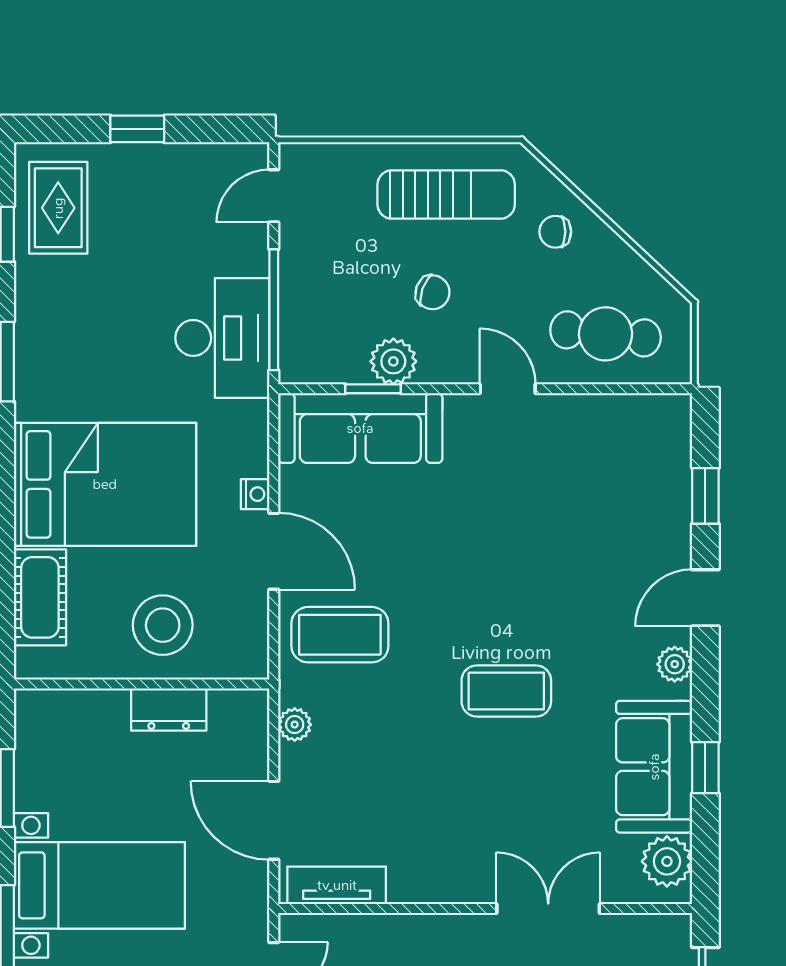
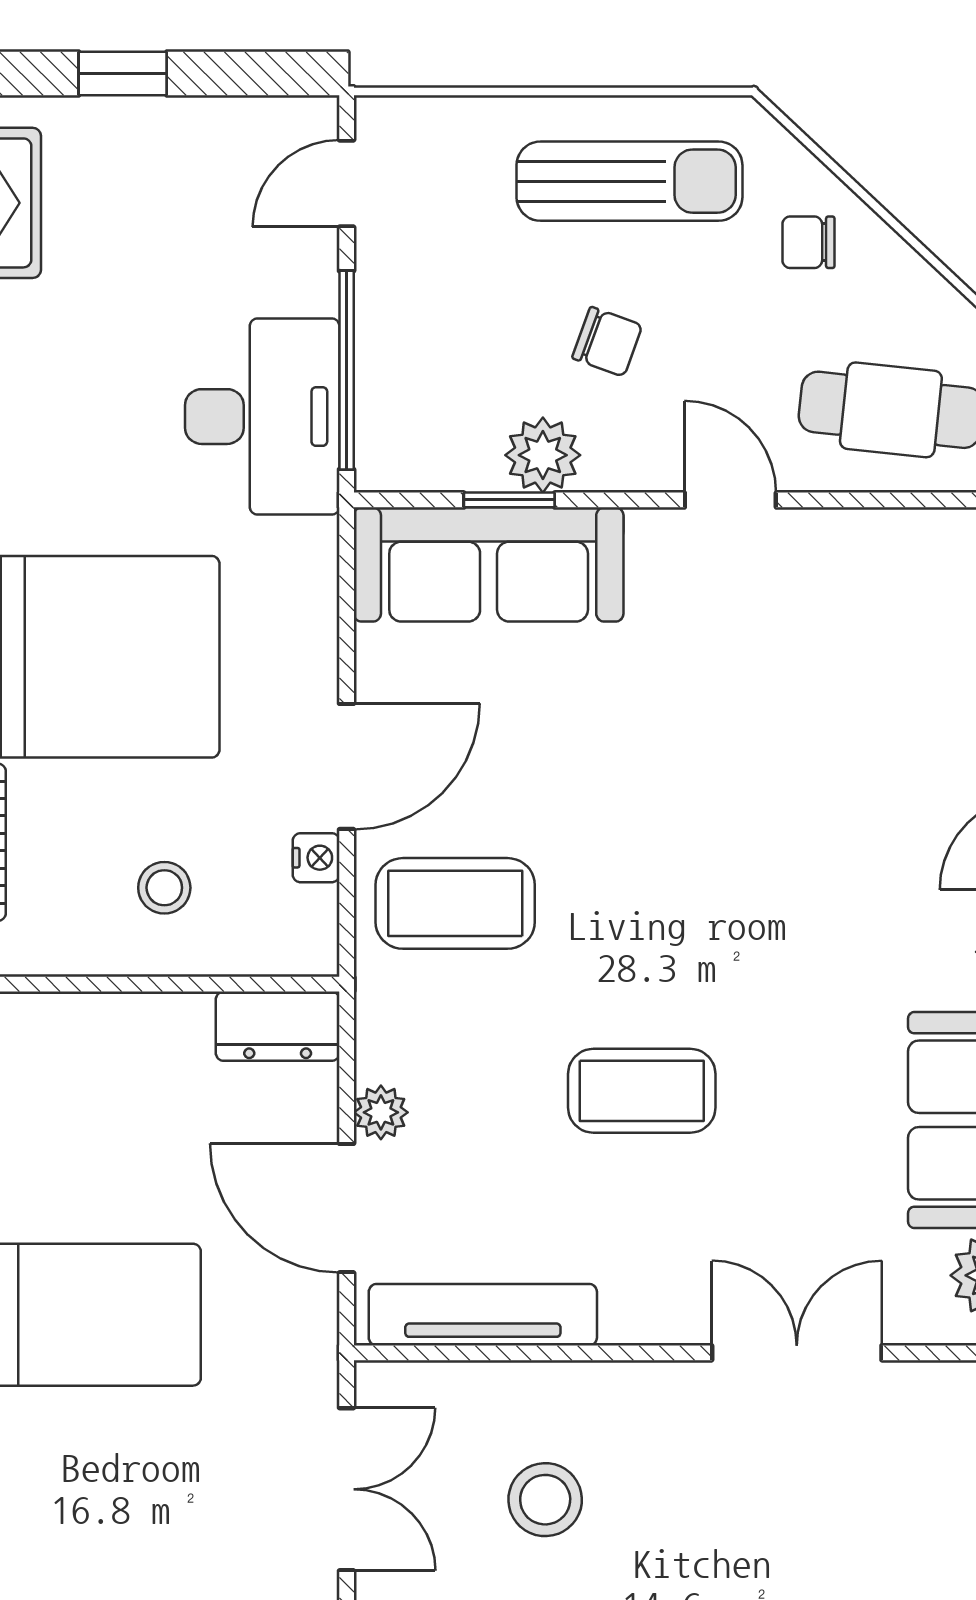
nightstand: (255, 494) -> (316, 858), moved
door: (274, 551) -> (347, 766), hinge flipped
stool: (163, 625) -> (164, 888), width x0.53, depth x0.53
coffee table: (506, 691) -> (642, 1091), moved
dresser: (169, 709) -> (278, 1026), moved
plant: (295, 725) -> (381, 1112), moved
tv unit: (337, 885) -> (483, 1315), width x1.41

